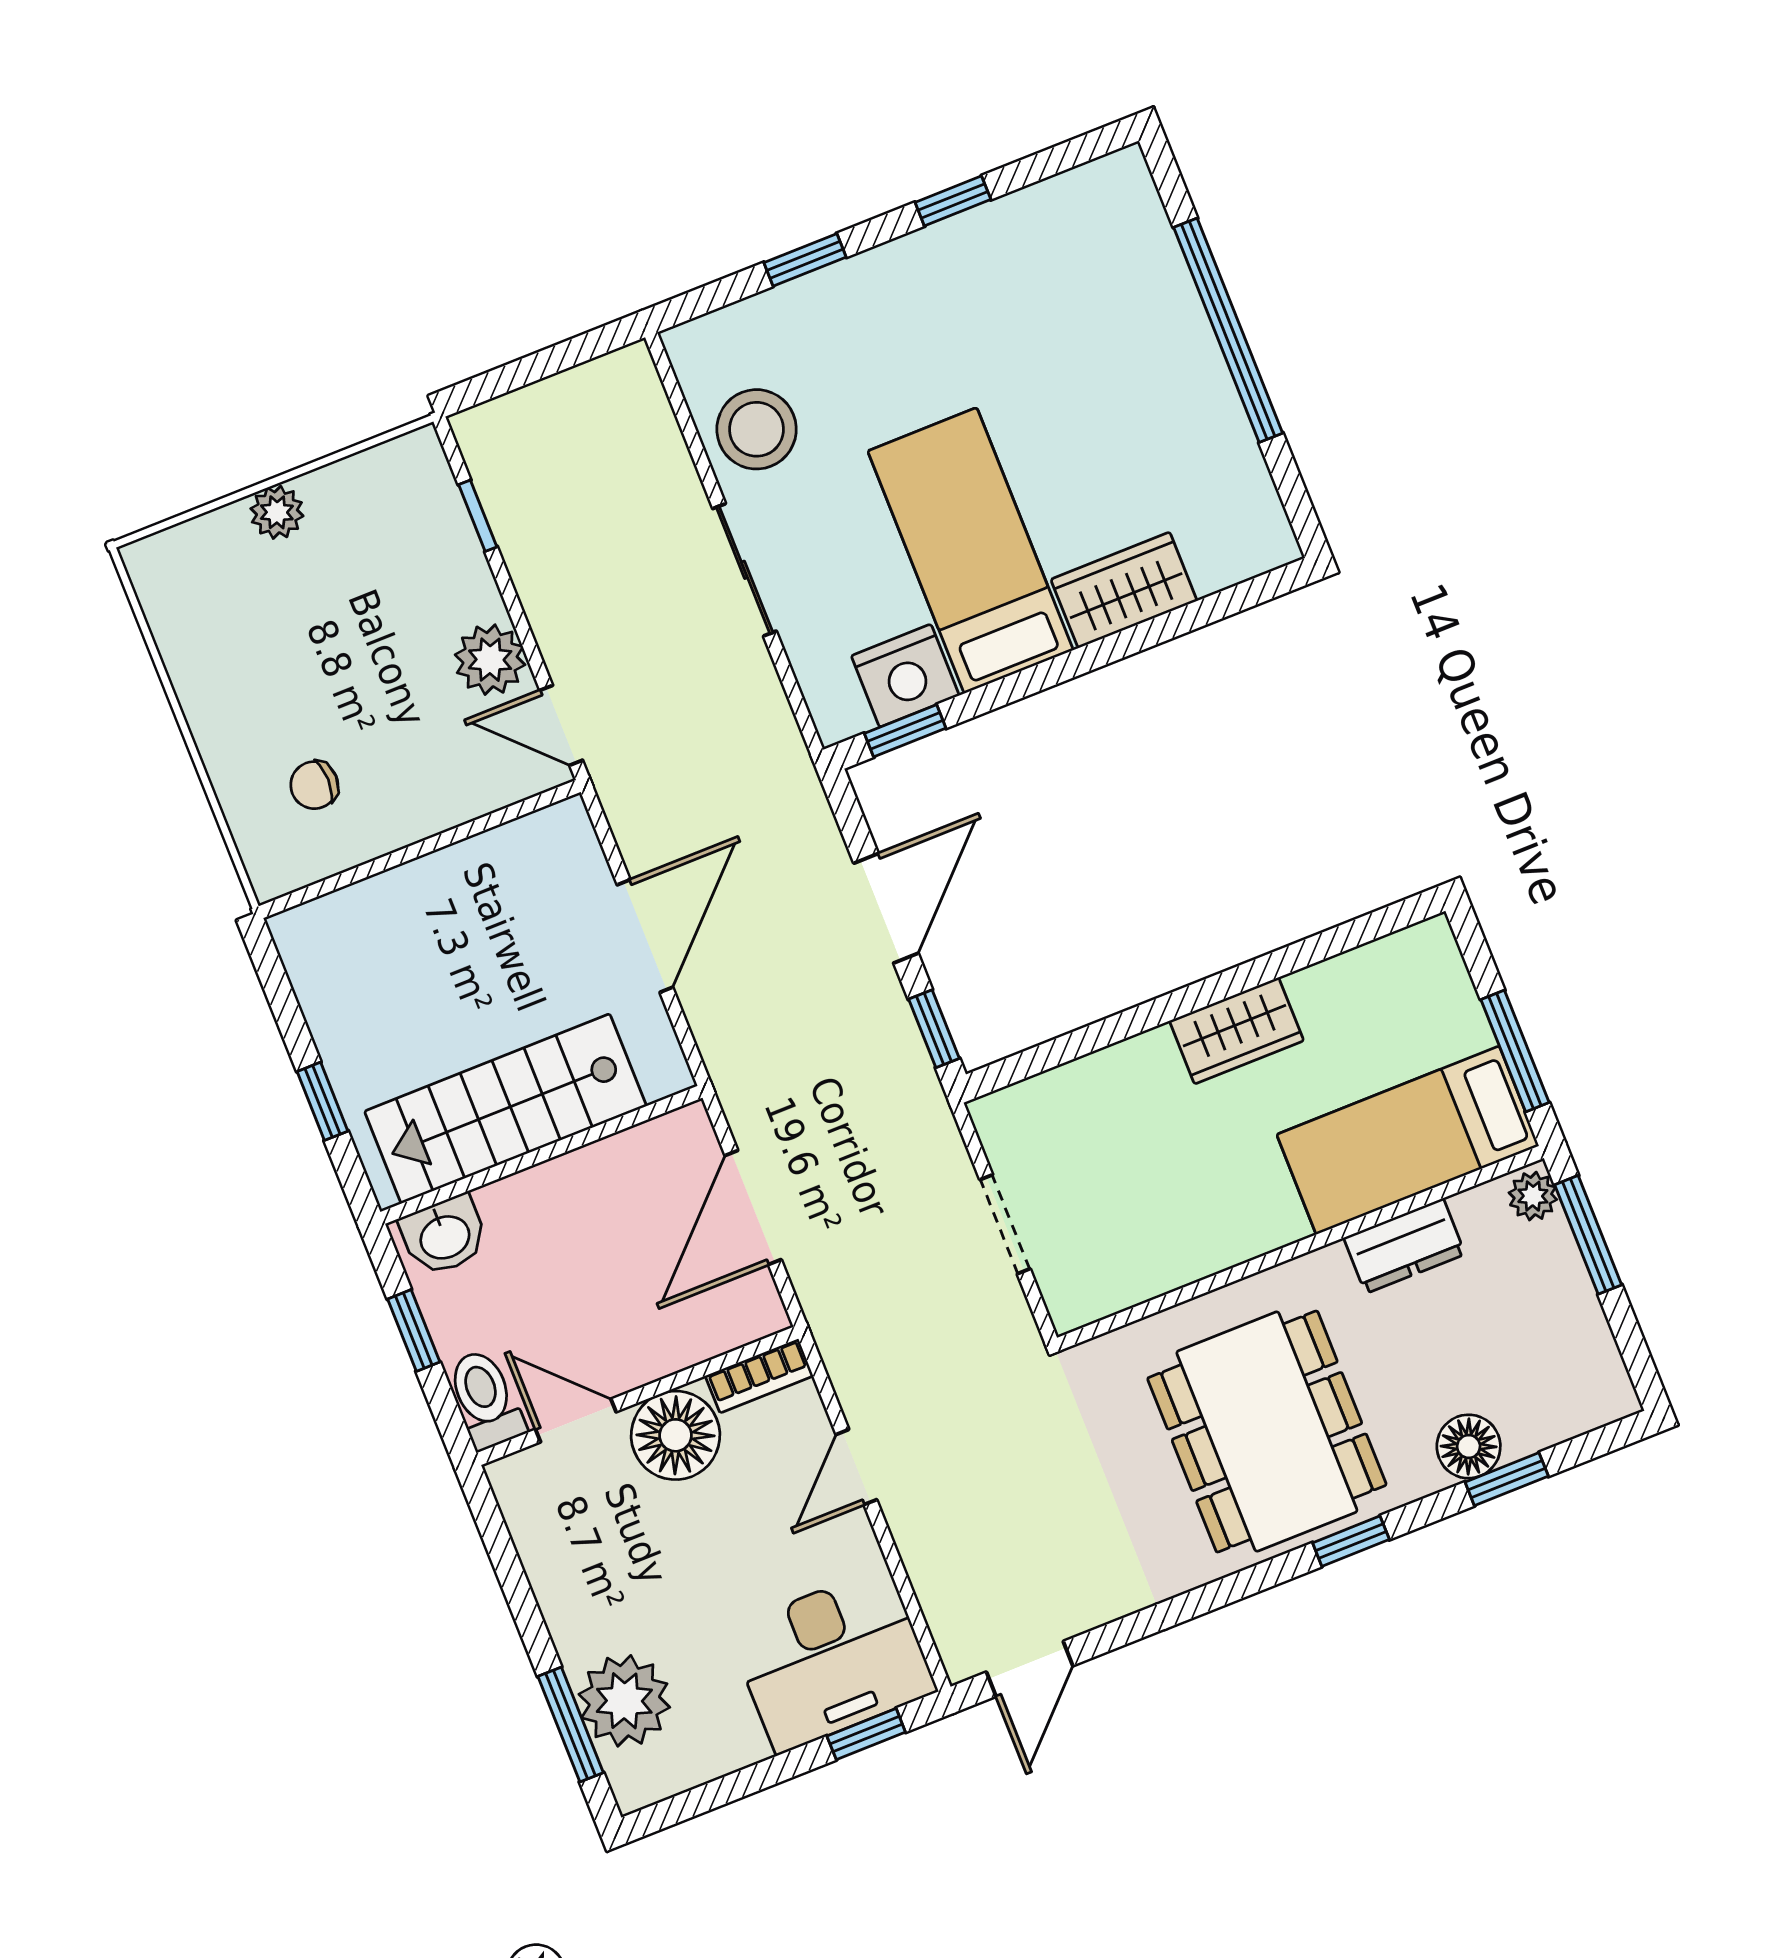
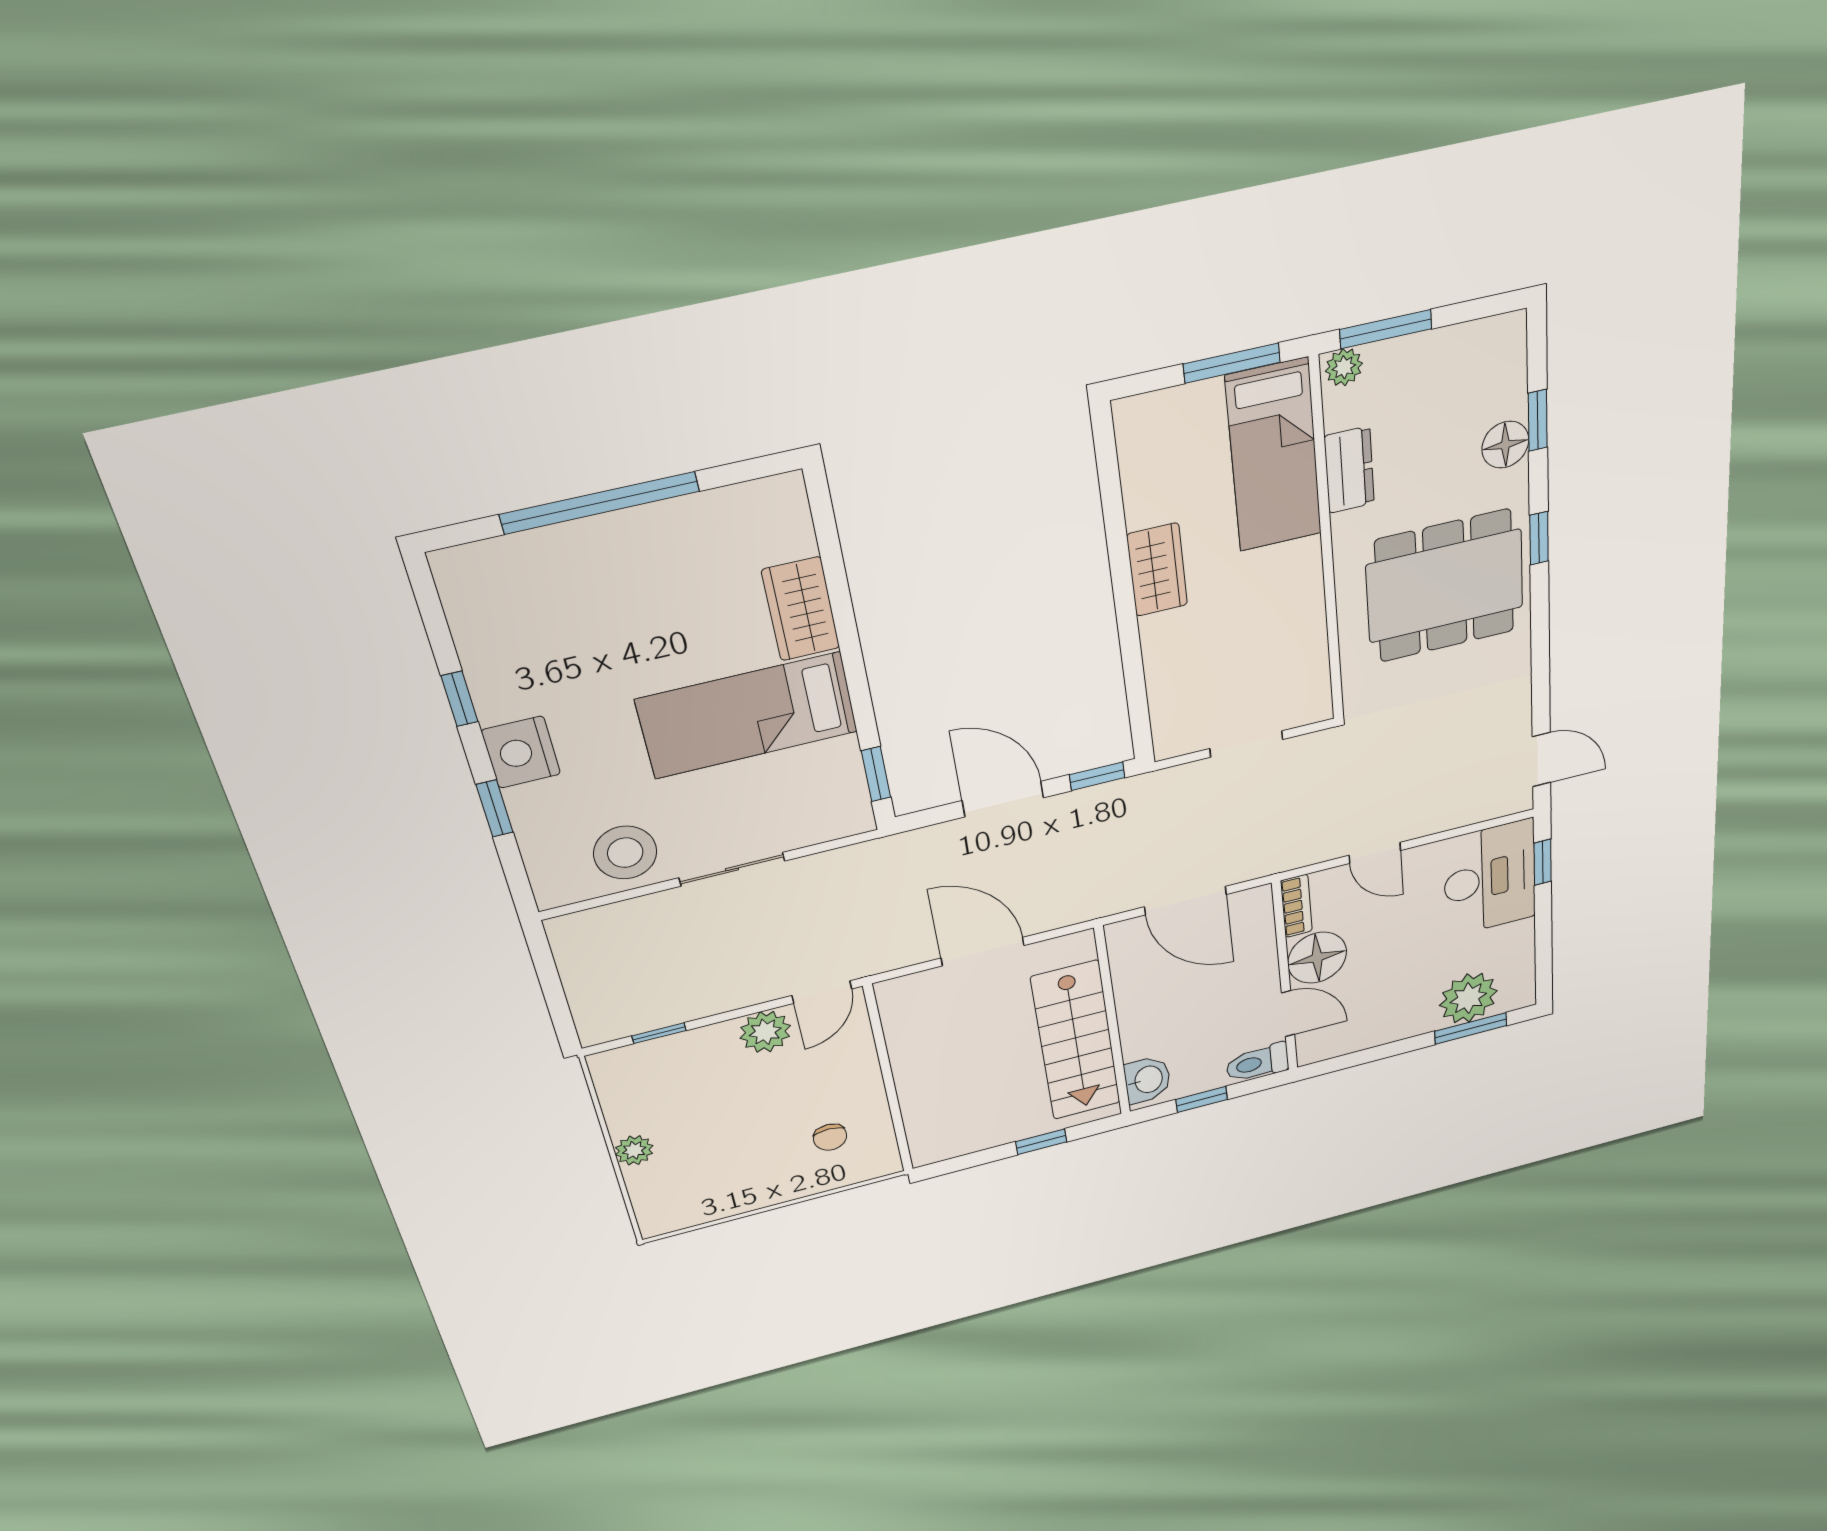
nightstand: (905, 676) -> (521, 752), moved, turned 180
door: (576, 1420) -> (1288, 1014), swing flipped

